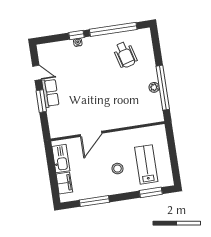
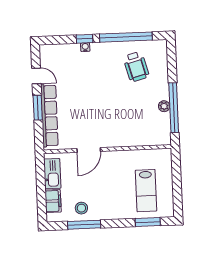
row of seats: (50, 93) -> (49, 116), width x2.02
lab bench: (146, 164) -> (146, 191), turned 180
stool: (117, 169) -> (81, 208), moved

